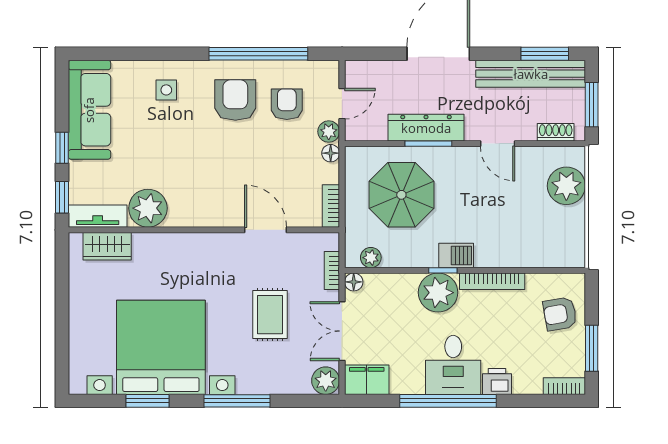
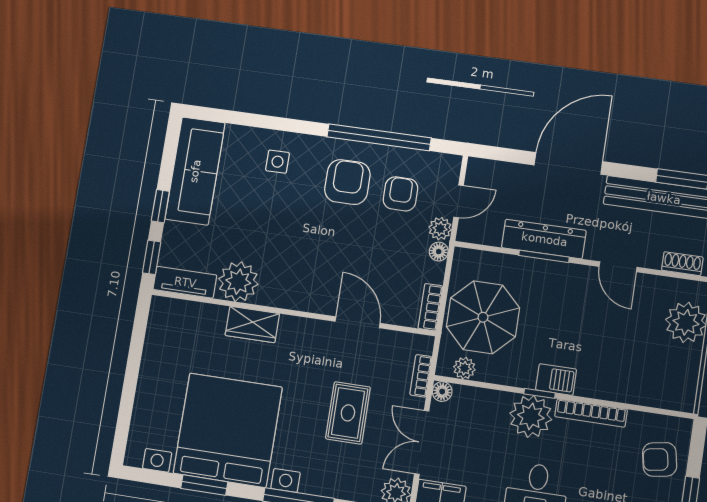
parasol: (401, 195) -> (483, 317), moved
wardrobe: (107, 246) -> (252, 324), moved

